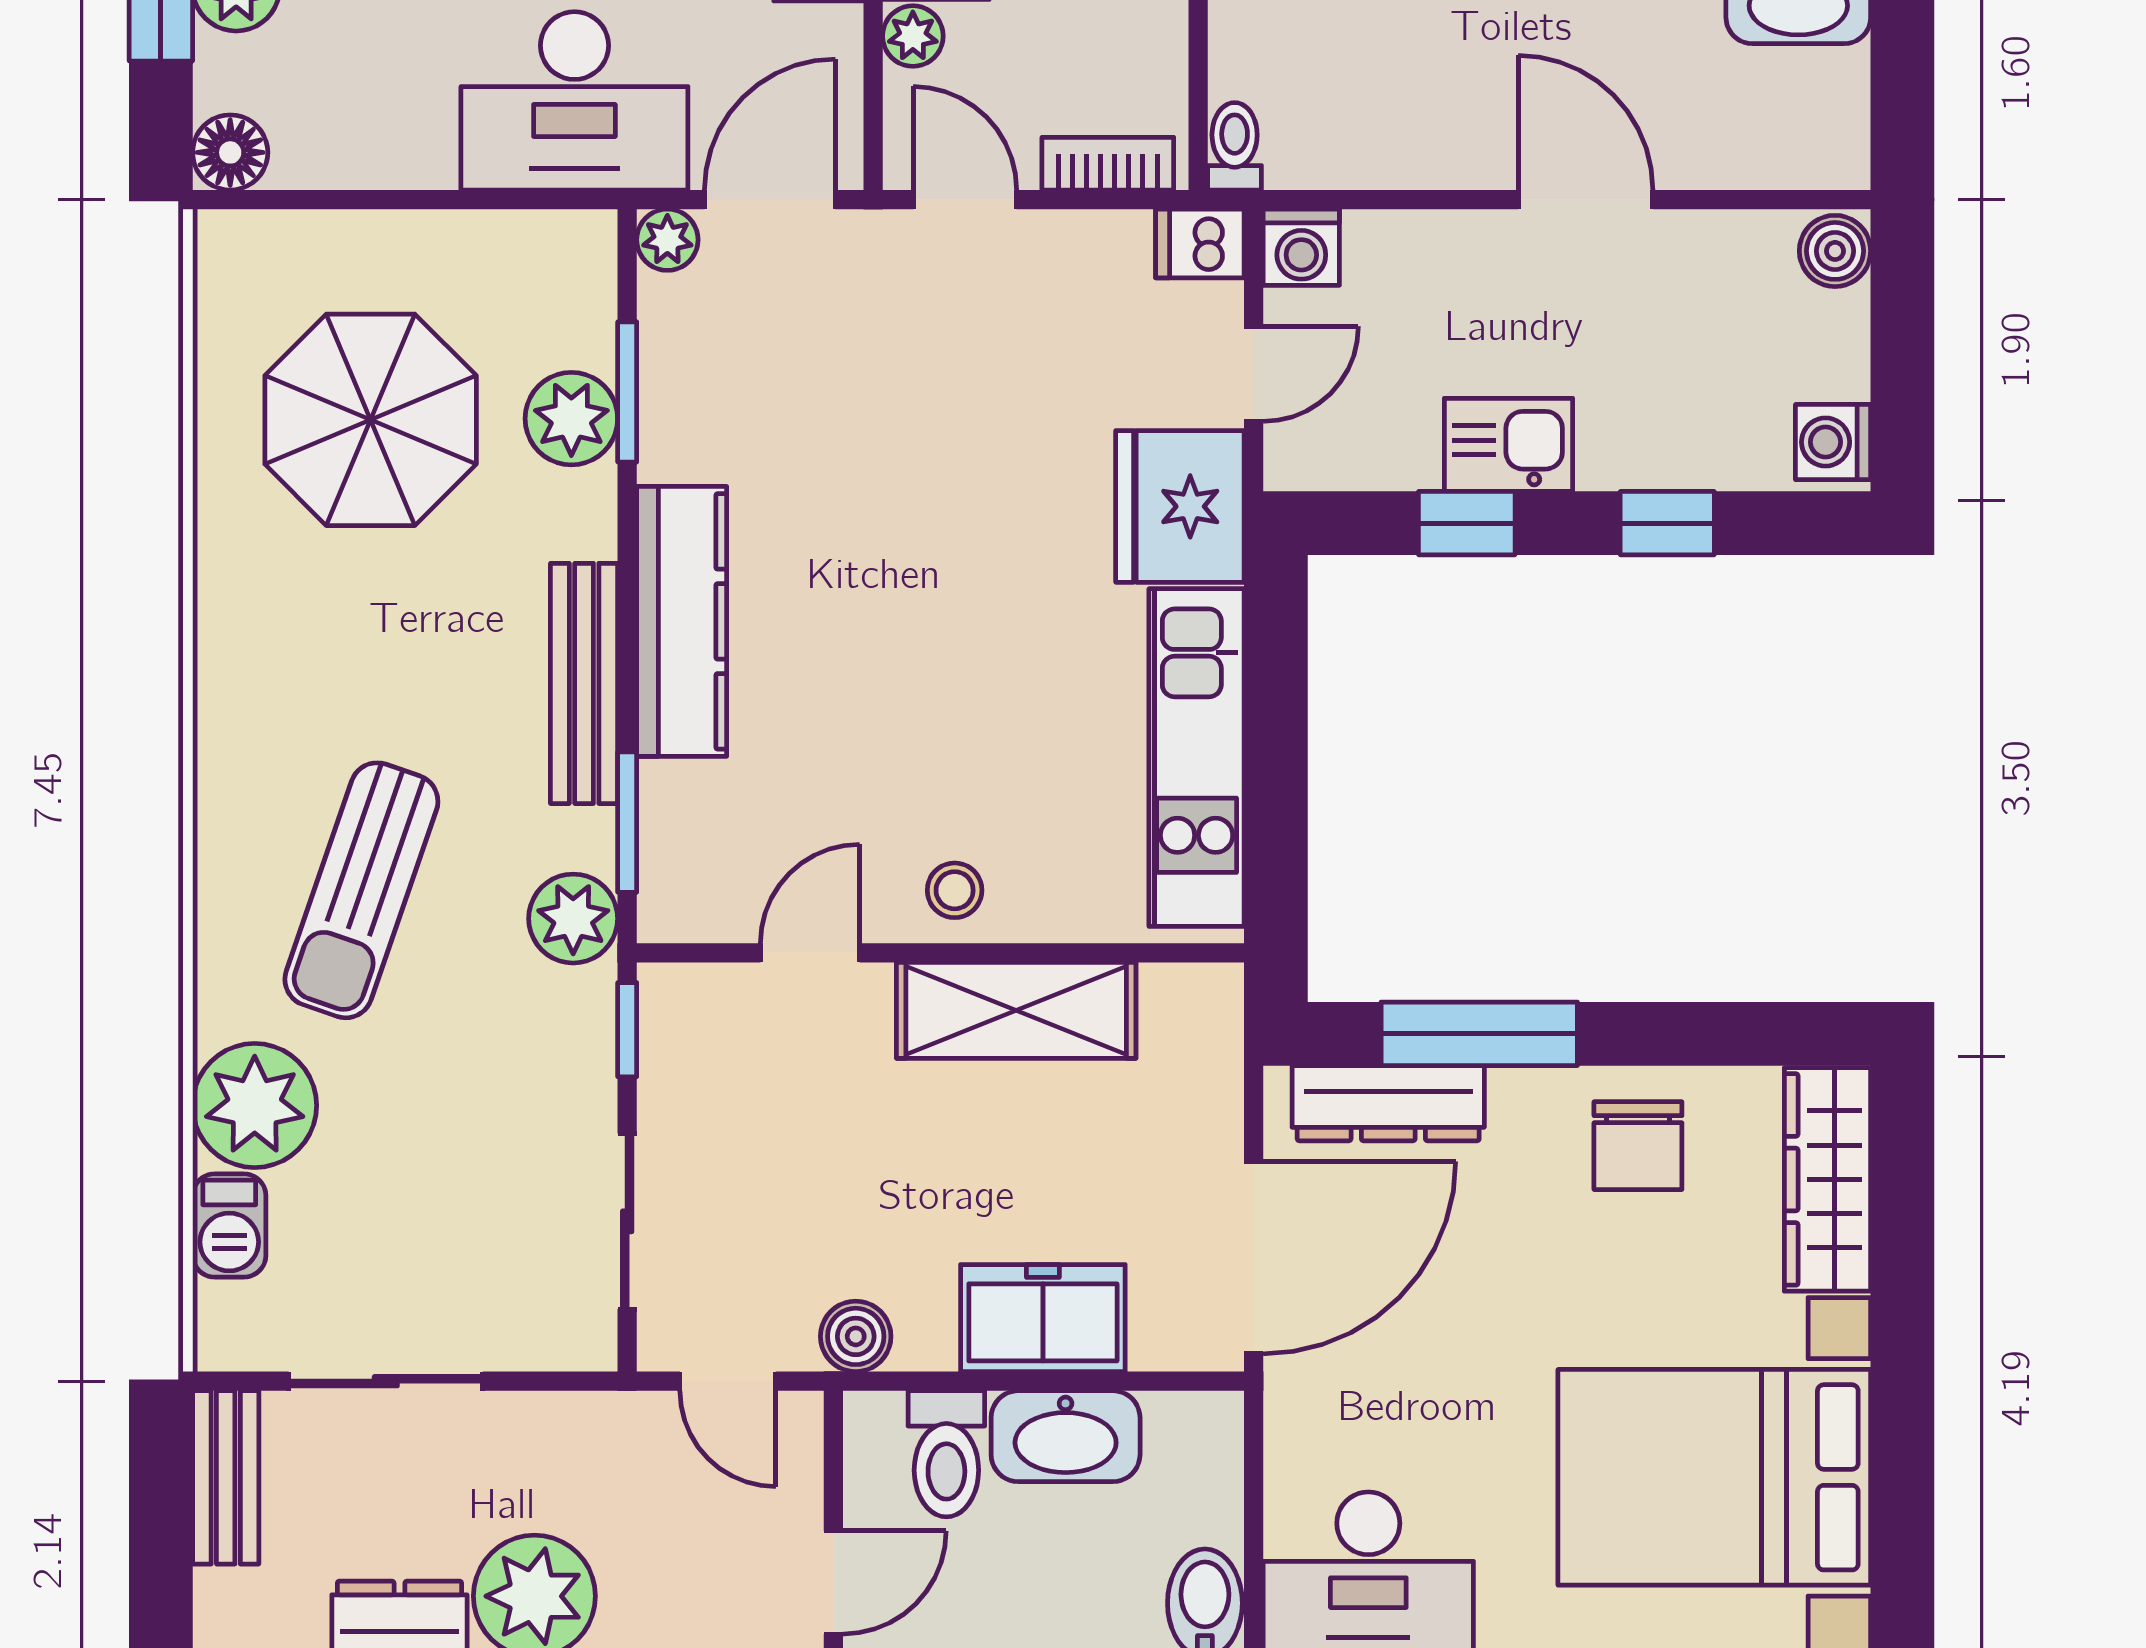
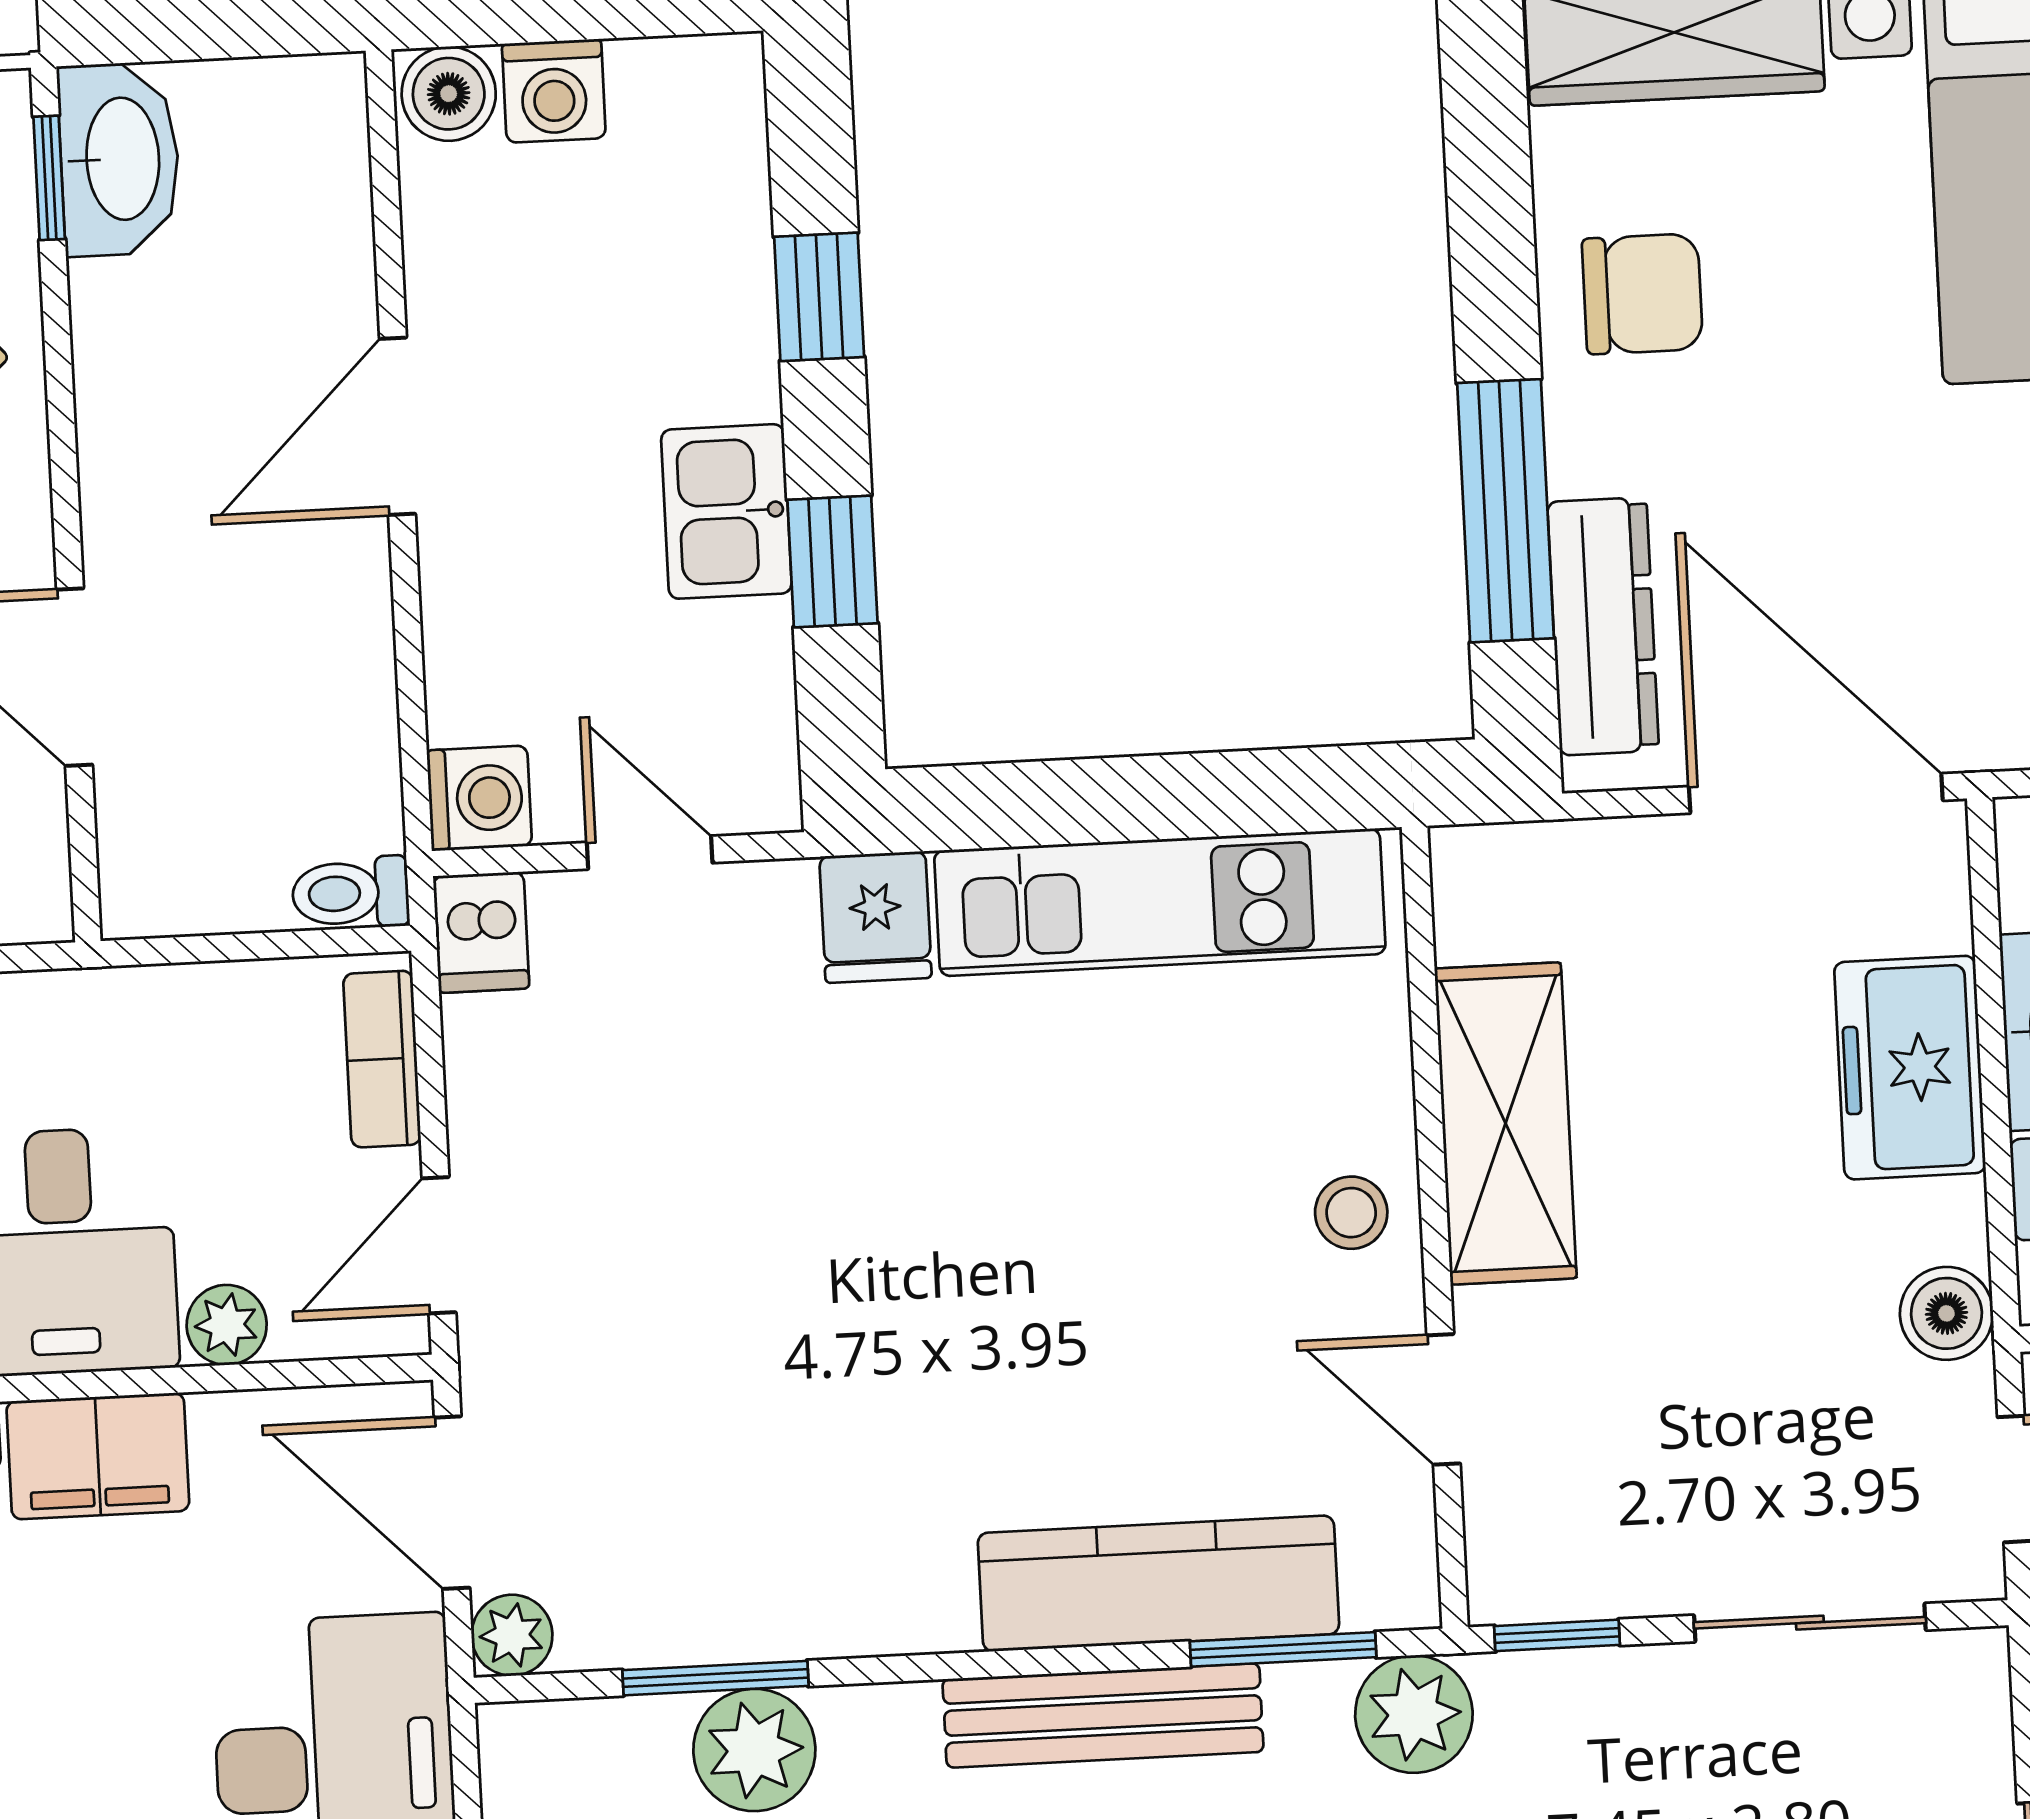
washing machine: (1833, 442) -> (554, 91), moved
fridge: (1180, 506) -> (876, 917), width x0.53, depth x0.75
kitchen counter: (682, 621) -> (1158, 1584), moved

